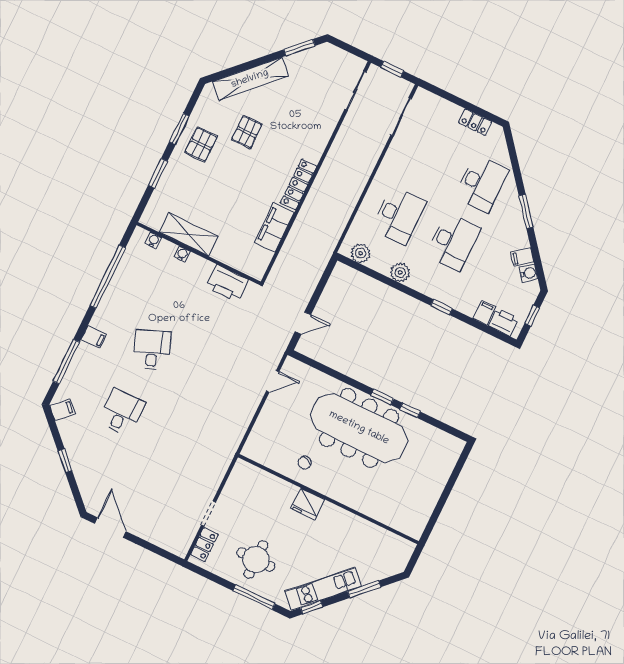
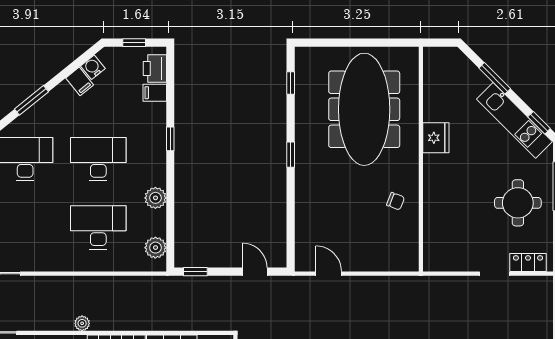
plant: (329, 165) -> (82, 323), added
window: (326, 276) -> (195, 272), added
window: (410, 410) -> (291, 83), moved
meeting table: (359, 428) -> (364, 109), moved
fridge: (308, 504) -> (436, 138), moved

